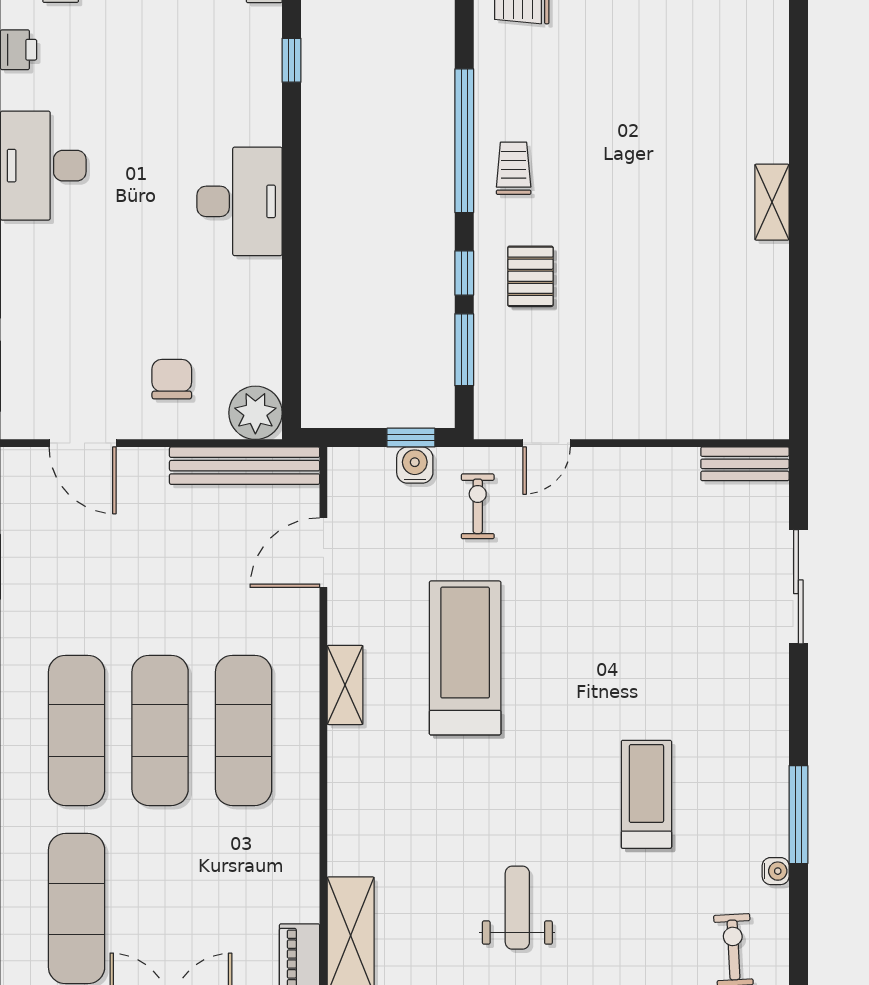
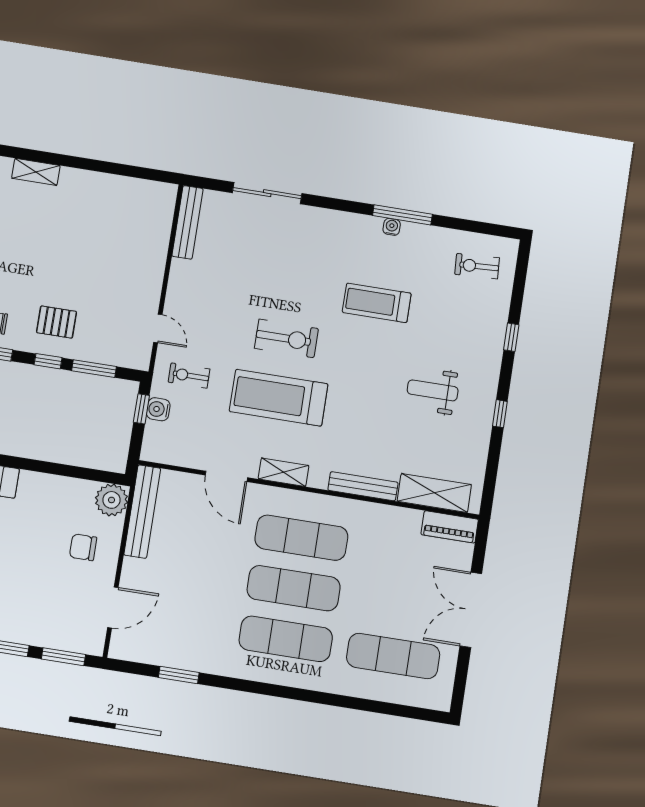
bench: (745, 464) -> (188, 222), width x1.36
door: (323, 553) -> (226, 476), moved
exercise bike: (564, 656) -> (286, 338), added
bench: (343, 818) -> (363, 486), added
water cooler: (776, 871) -> (392, 227), moved

